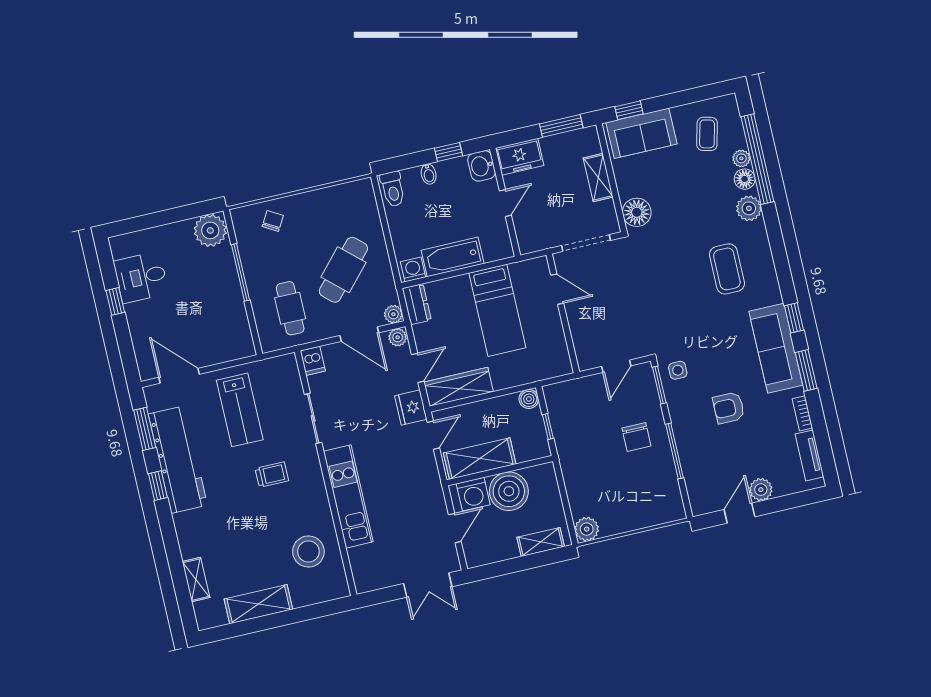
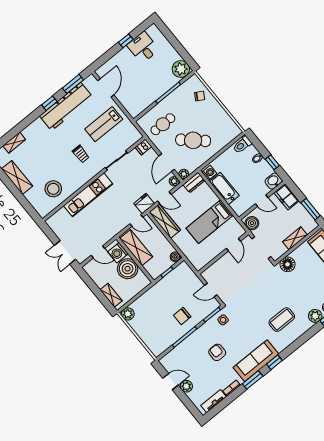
boiler: (536, 239) -> (252, 223), added

